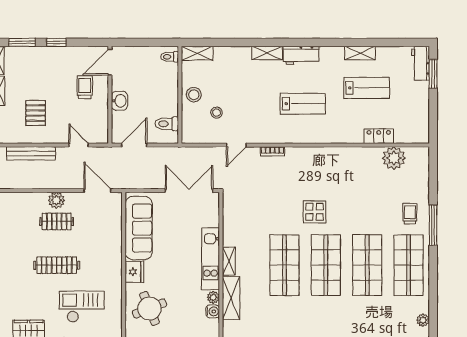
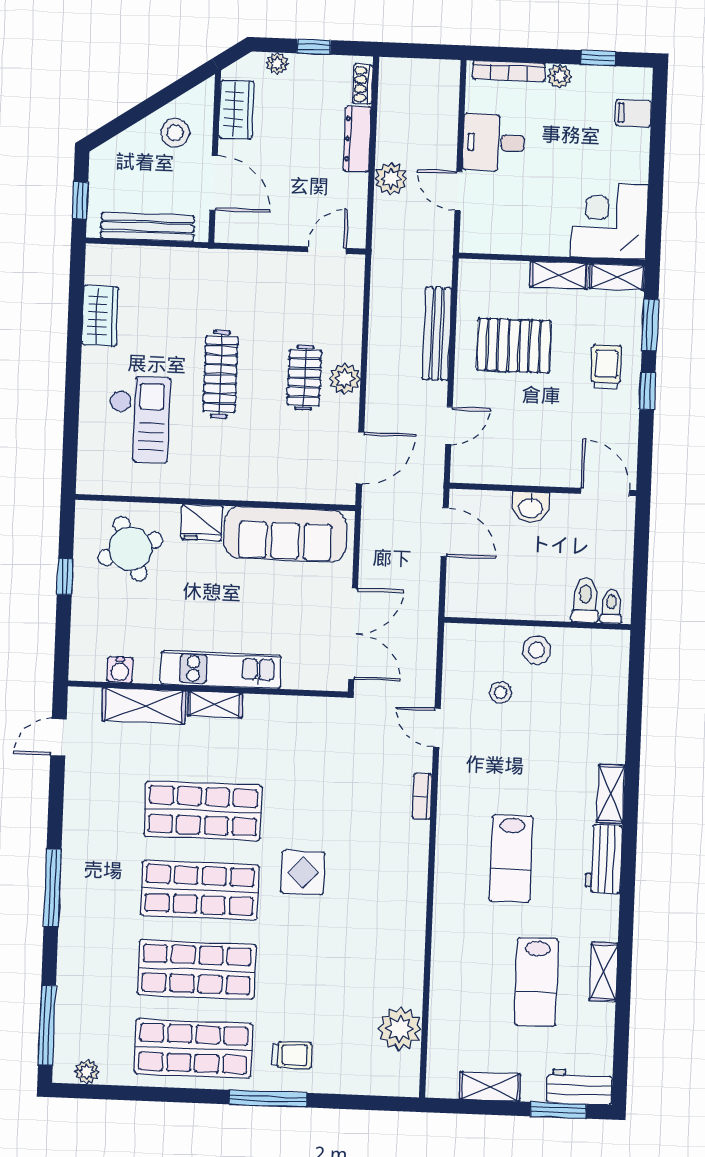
shelving: (197, 53) -> (490, 1087), moved, turned 90
trolley: (85, 87) -> (606, 367), moved, turned -90
pallet: (36, 113) -> (514, 346), width x1.50, depth x1.42
toilet: (167, 124) -> (585, 600), moved
locker: (379, 136) -> (443, 1001), removed
plant: (213, 297) -> (147, 672), removed

